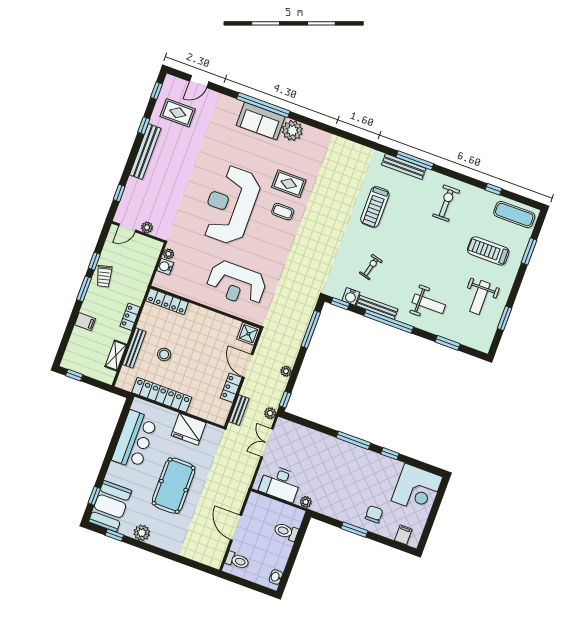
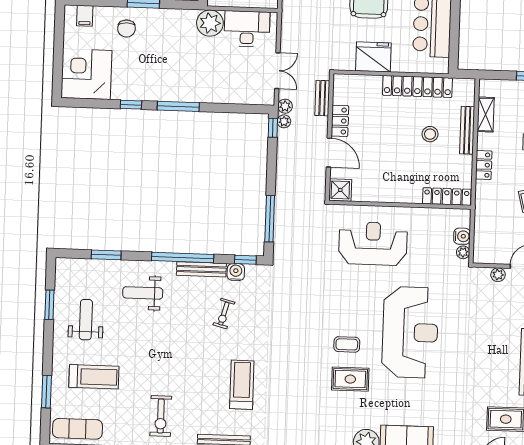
plant: (286, 371) -> (284, 121), moved
plant: (306, 502) -> (210, 23), width x1.88, depth x1.88

